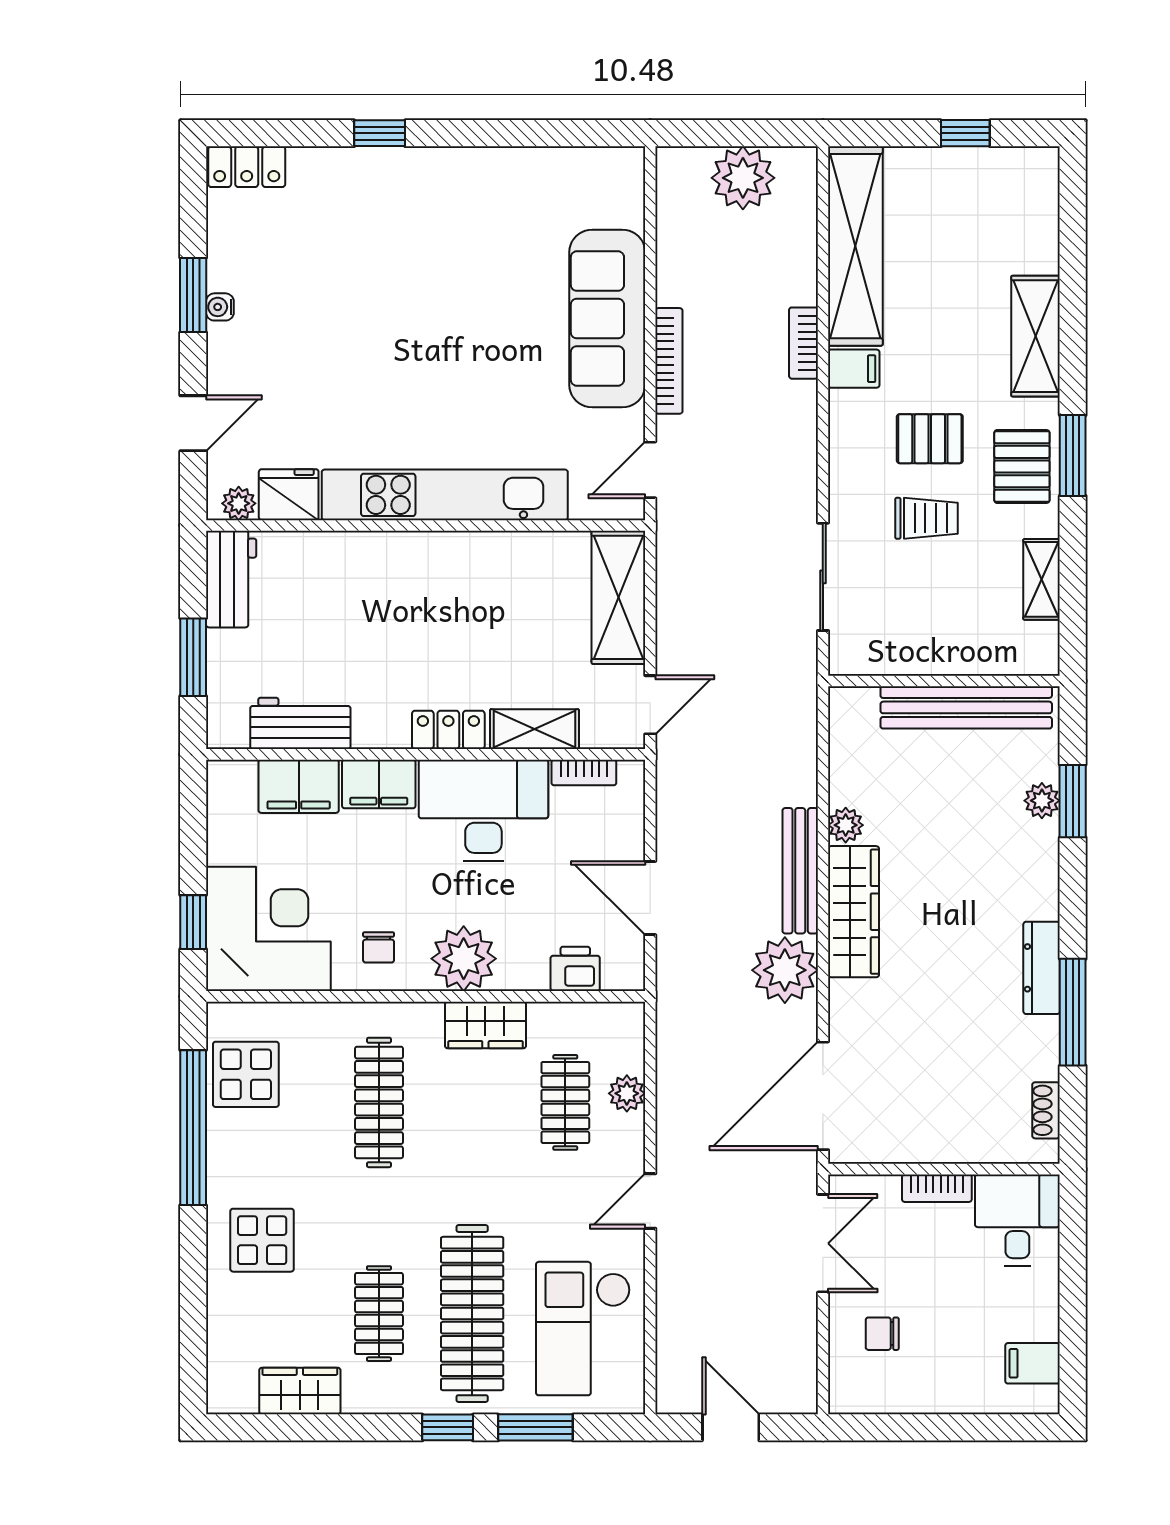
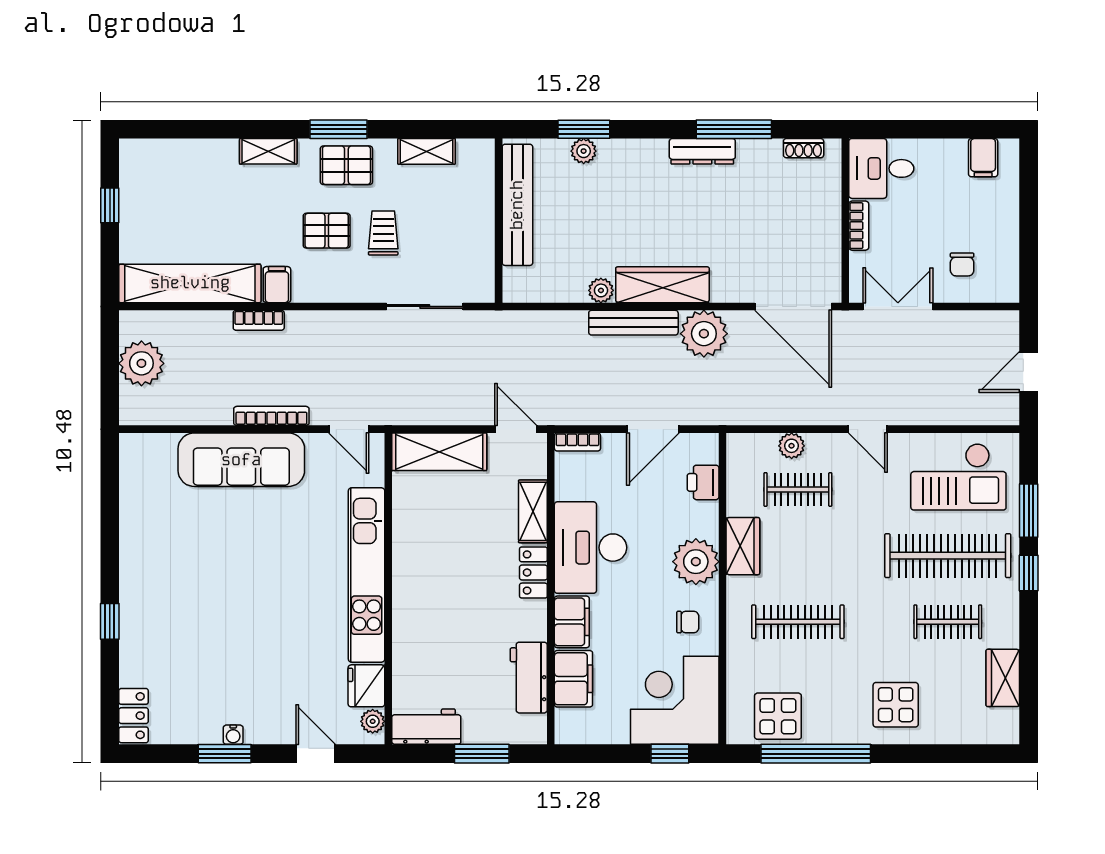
shelving: (1035, 336) -> (268, 151), width x0.67, depth x0.75
pallet: (930, 439) -> (327, 231), turned 90
bookcase: (584, 773) -> (577, 442), moved, turned 90

